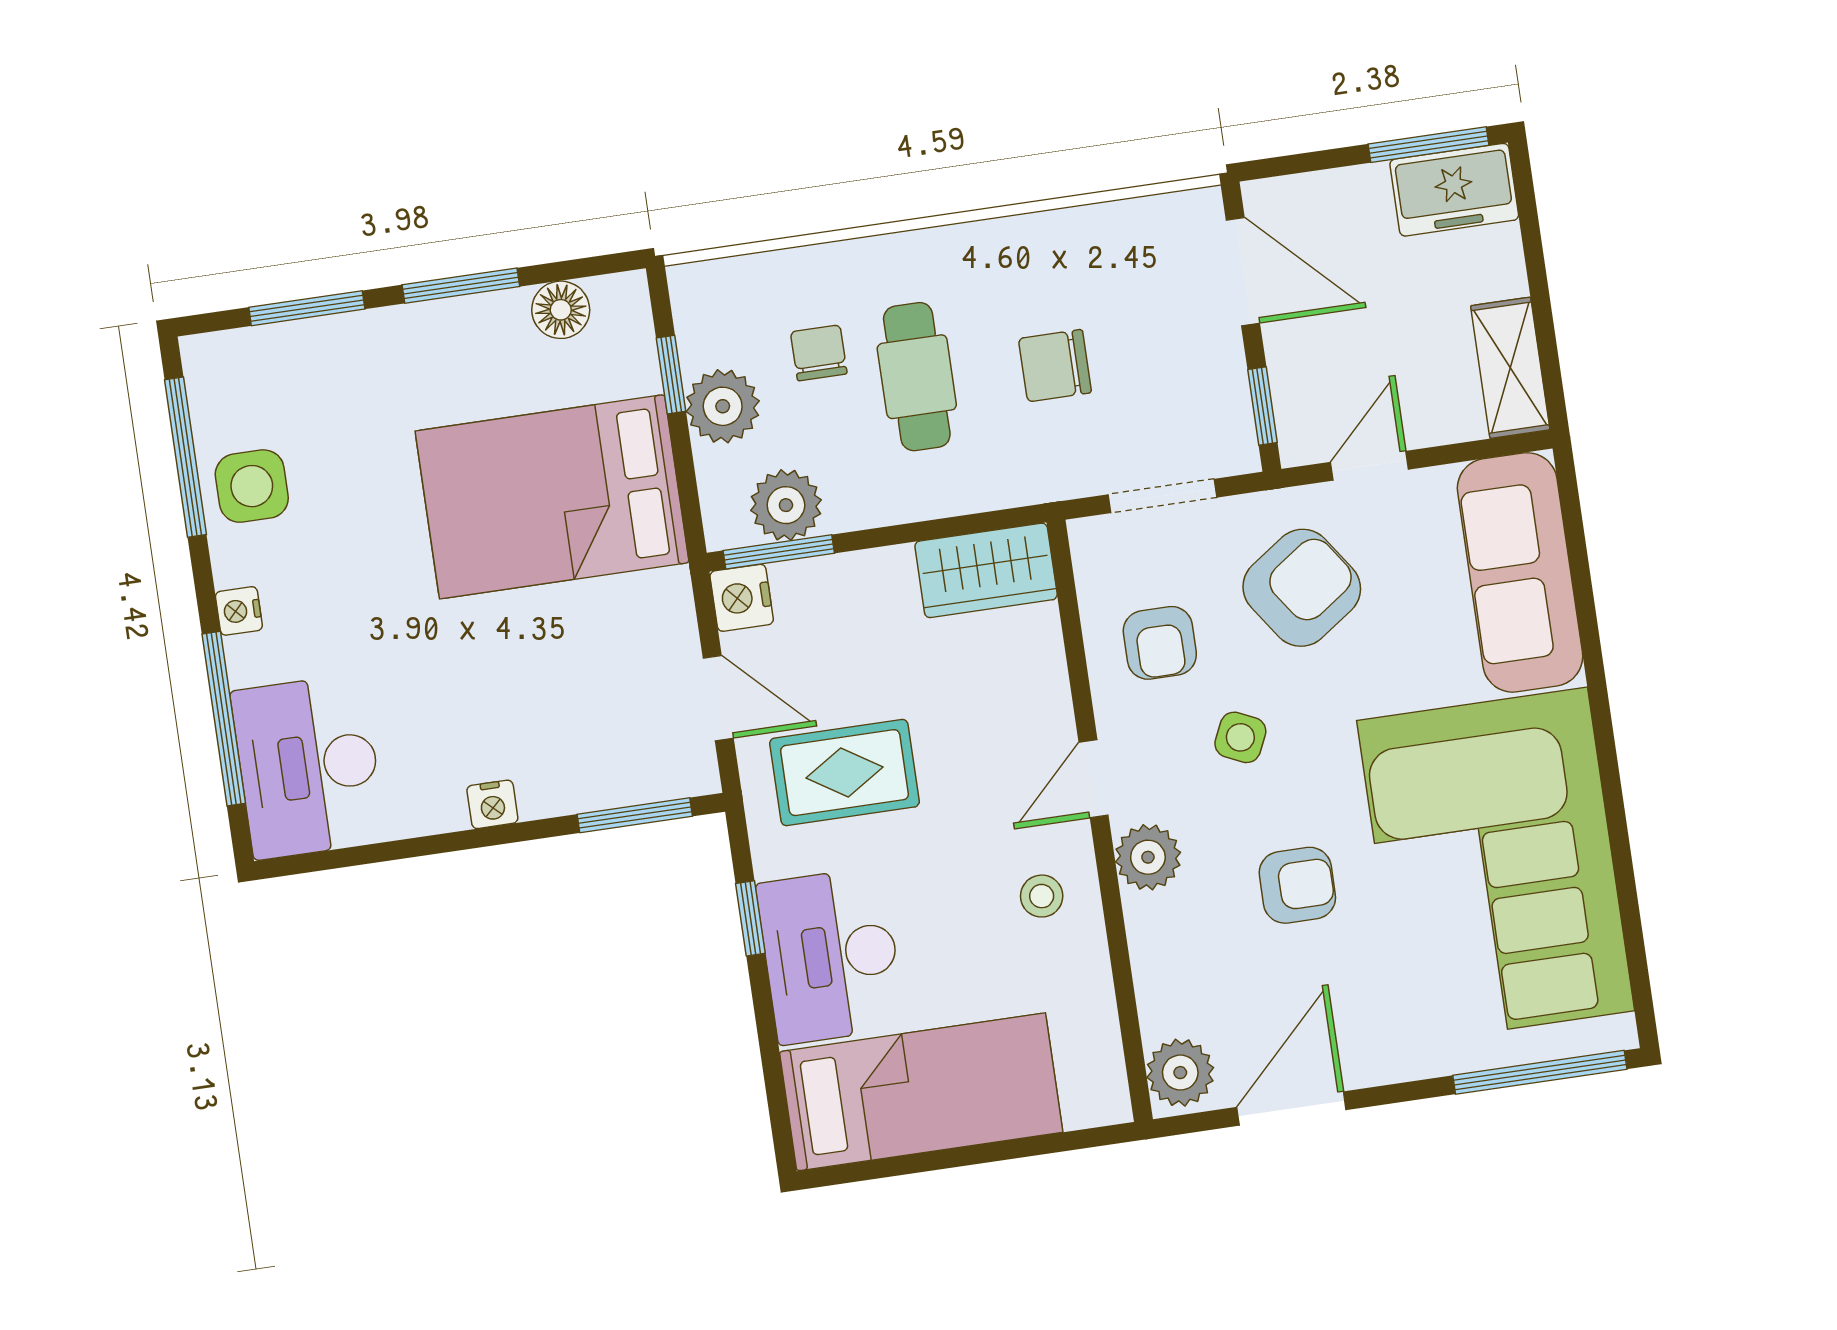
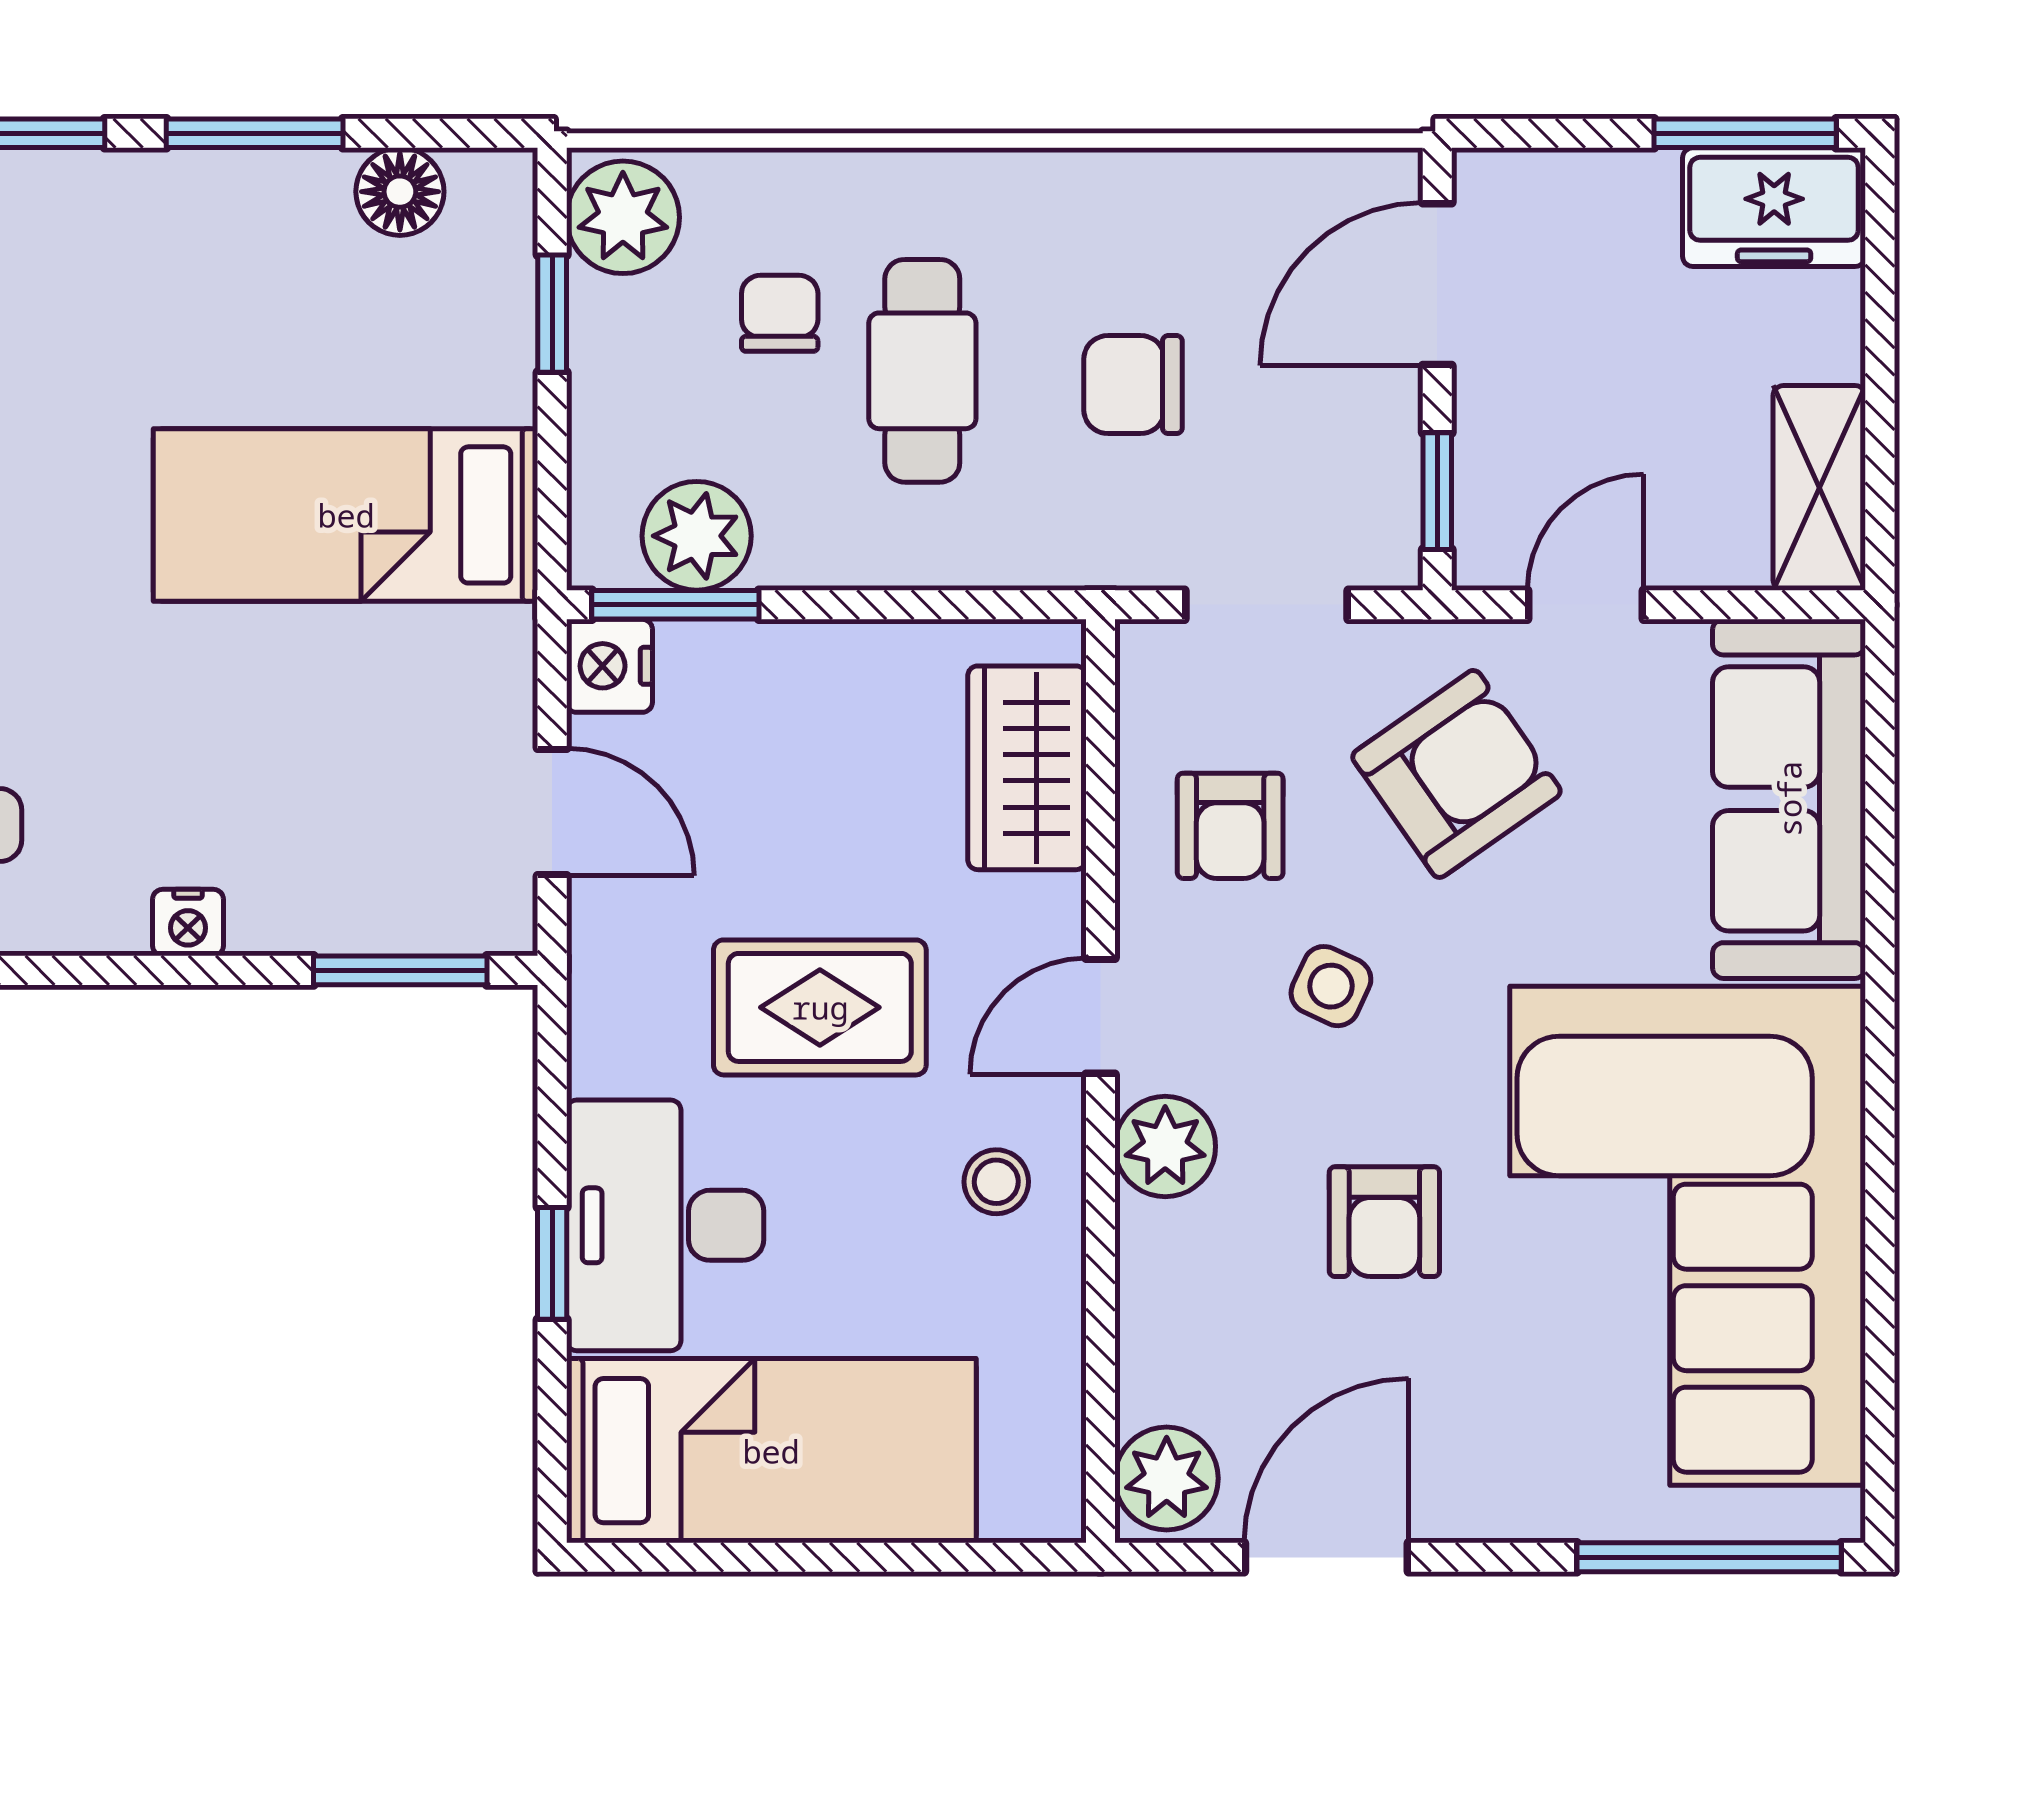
door: (1243, 272) -> (1437, 284), swing flipped
plant: (723, 406) -> (623, 217), moved
bed: (552, 497) -> (346, 515), width x0.67
wardrobe: (986, 570) -> (1027, 768), moved, turned 90
rug: (844, 773) -> (820, 1007), moved
armchair: (1297, 885) -> (1384, 1222), turned 90
window: (750, 918) -> (552, 1263), moved

